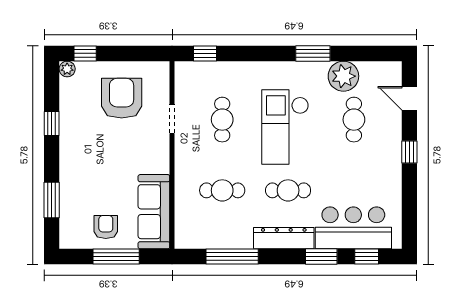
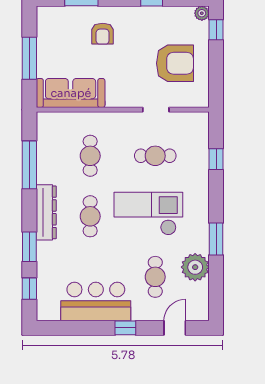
window: (205, 53) -> (216, 159), moved
cafe table: (354, 120) -> (155, 277), turned 90
armchair: (106, 227) -> (103, 34), moved, turned 90
bar counter: (353, 228) -> (96, 302), moved, turned -90

